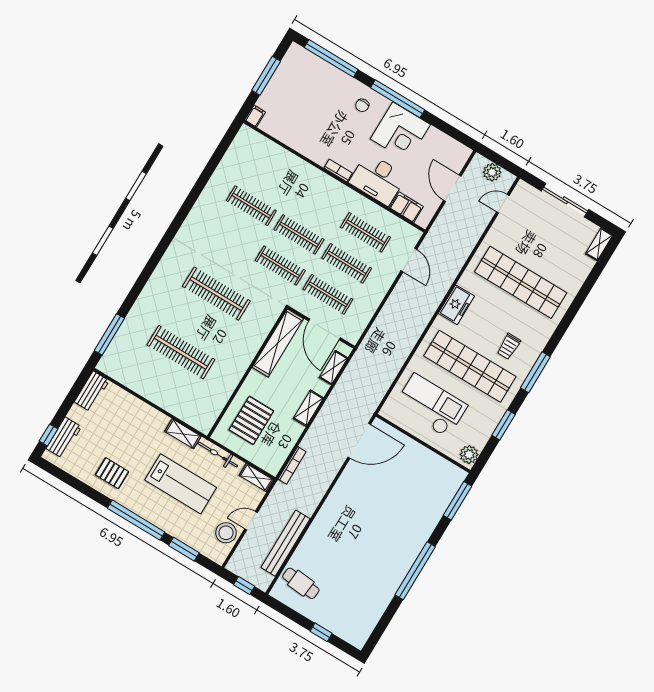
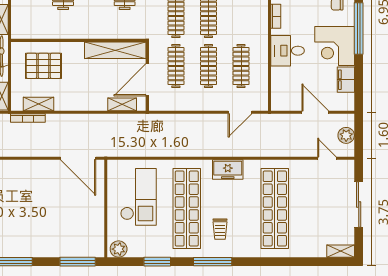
desk: (378, 179) -> (288, 51), width x0.73
door: (452, 188) -> (315, 112), hinge flipped
filing cabinet: (406, 207) -> (346, 80), moved, turned 180
trolley: (509, 346) -> (220, 229), turned -90
shelving: (308, 408) -> (38, 104), moved

